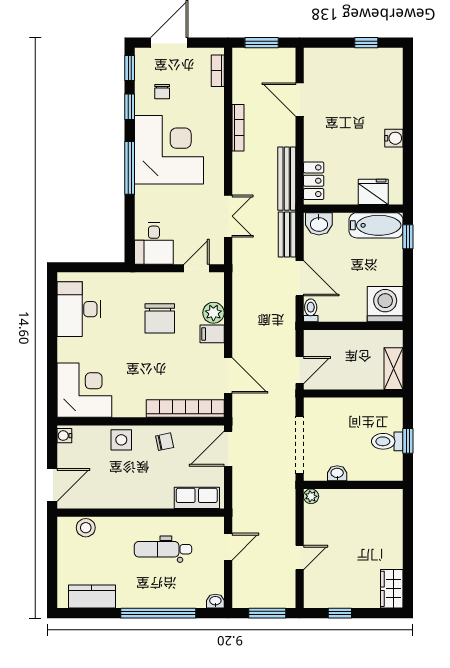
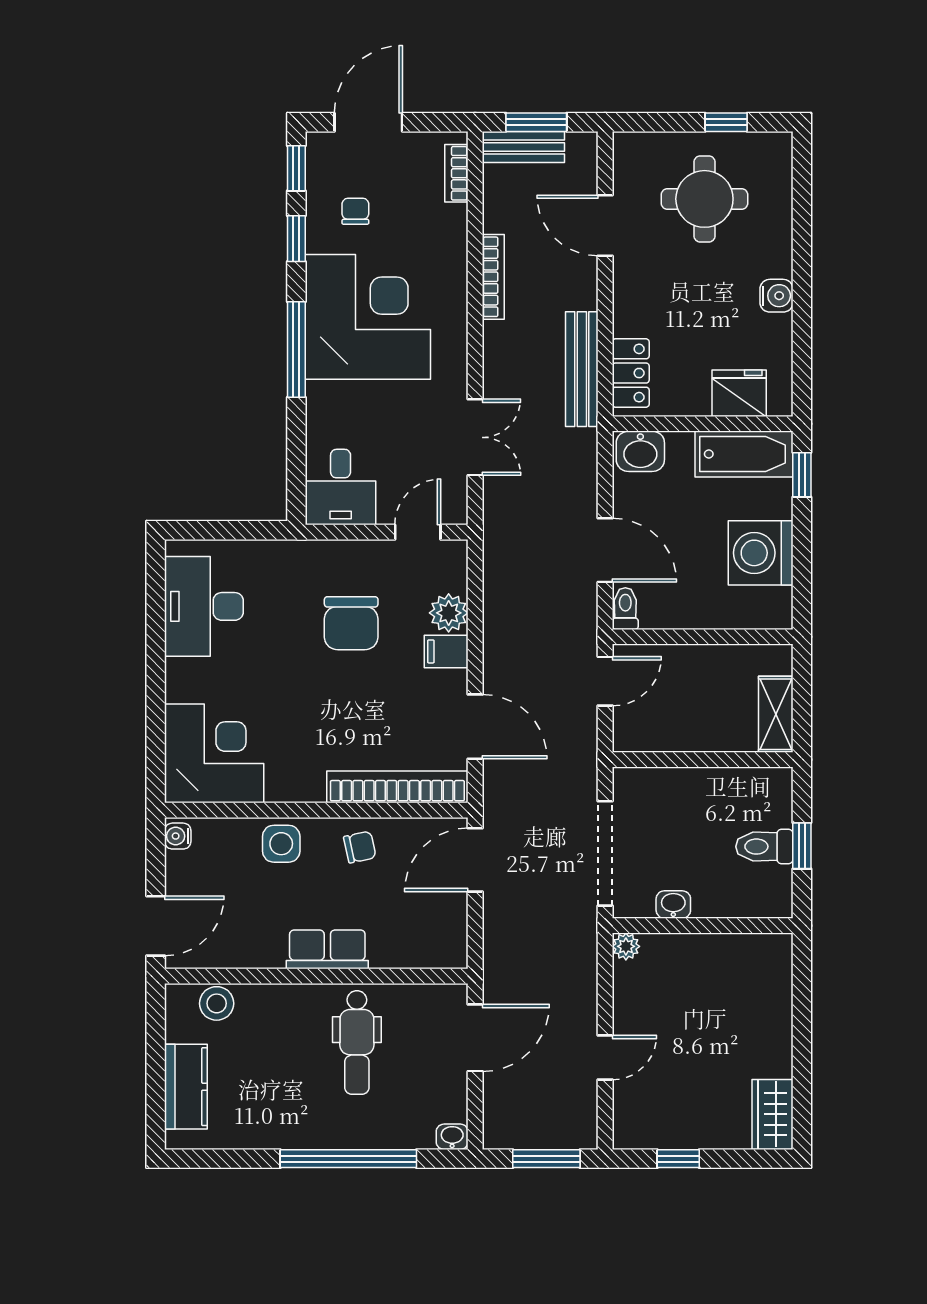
round table: (354, 85) -> (704, 199), added
chair: (162, 92) -> (355, 211), turned 180
bench: (287, 234) -> (523, 147), moved, turned 90
washing machine: (385, 304) -> (761, 553), moved, turned -90
door: (300, 370) -> (605, 681), moved
row of seats: (197, 498) -> (327, 949), moved
door: (228, 547) -> (475, 1038), width x1.38
dental chair: (163, 549) -> (357, 1043), turned -90
kitchen counter: (92, 596) -> (186, 1087), moved, turned 90

